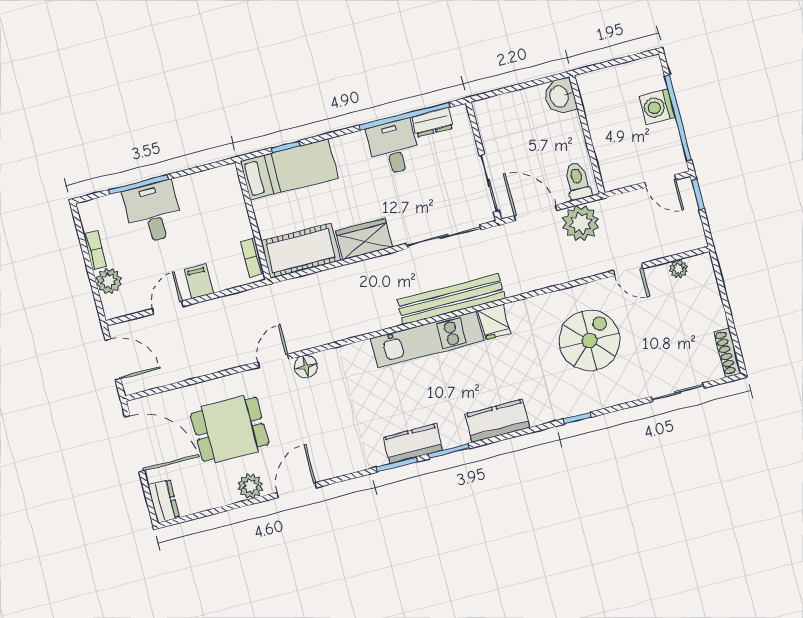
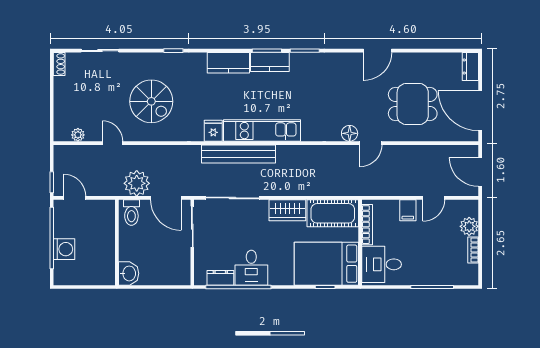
bed: (289, 169) -> (326, 264), width x1.50
desk: (153, 212) -> (382, 264), moved, turned 90
bookcase: (252, 257) -> (367, 225), width x1.56
spiral stairs: (590, 341) -> (151, 101), turned -90
shoe rack: (727, 353) -> (59, 64), width x0.70
kitchen counter: (413, 444) -> (270, 62), moved
plant: (250, 486) -> (409, 61), removed

